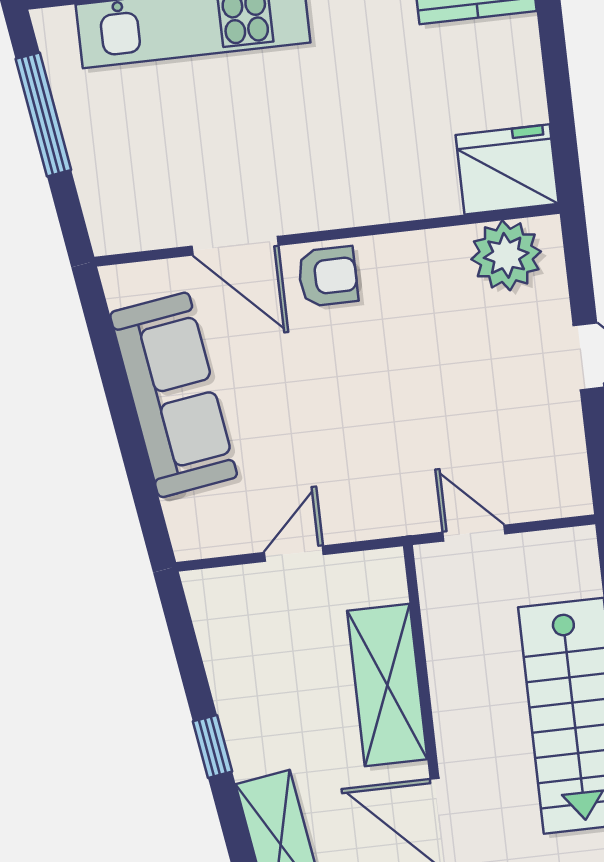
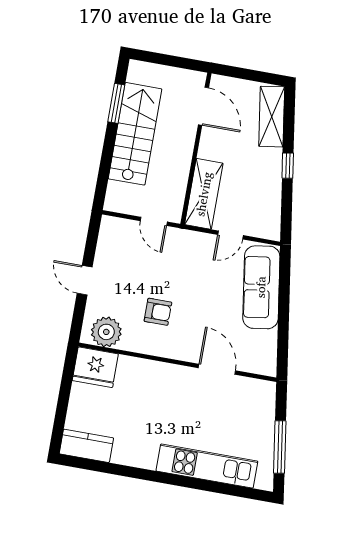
armchair: (328, 276) -> (158, 312), moved, turned 180
sofa: (174, 395) -> (261, 287), moved
shelving: (387, 685) -> (204, 194), moved

